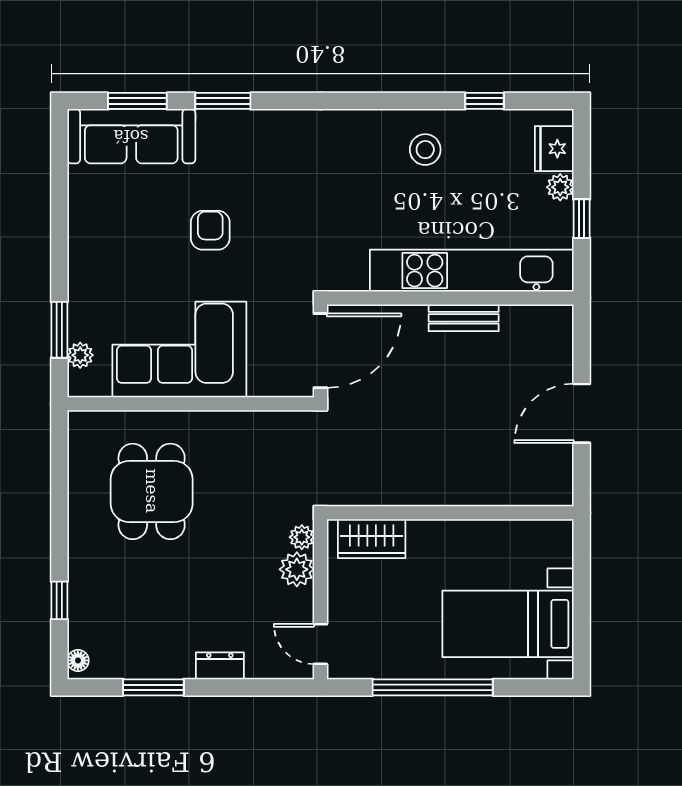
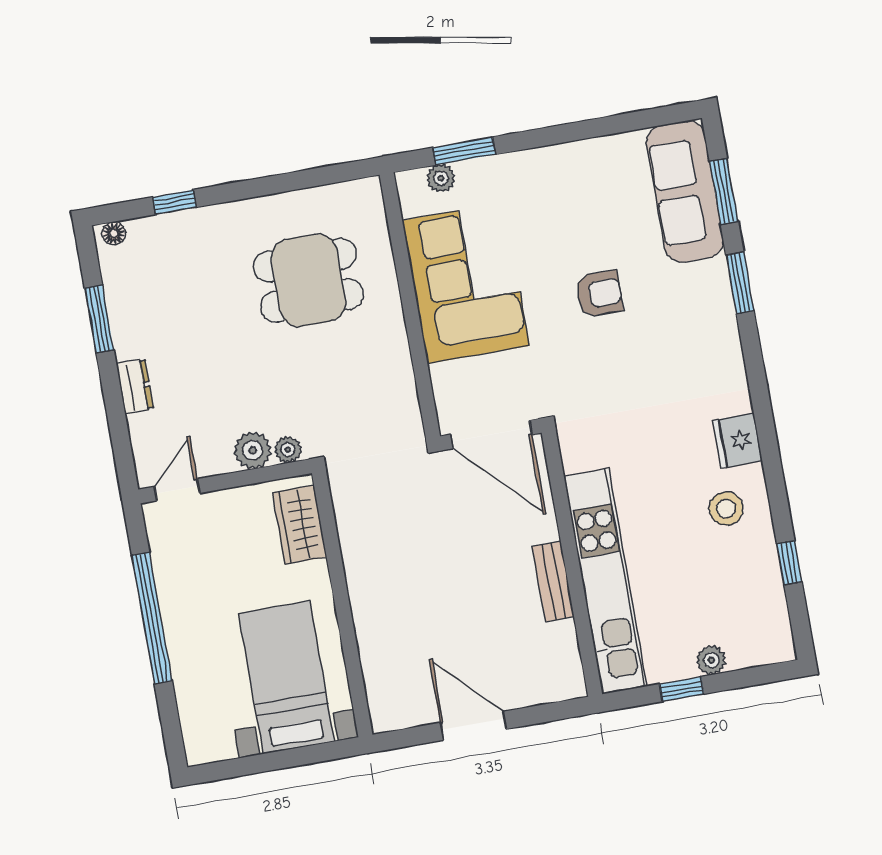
fridge: (554, 149) -> (738, 441), moved, turned -90
bed with nightstands: (508, 624) -> (287, 677), moved

